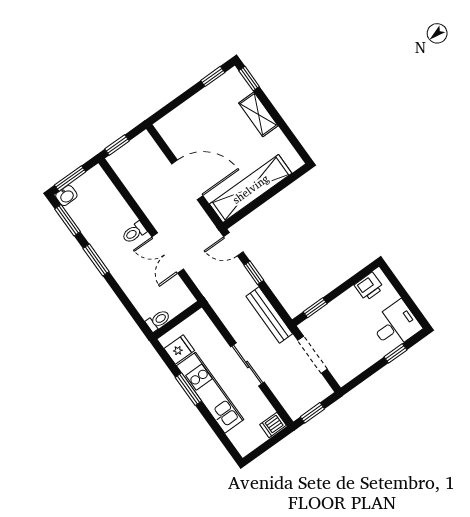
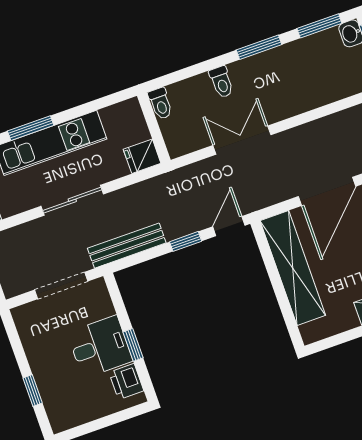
toilet: (134, 233) -> (221, 82), moved, turned 180
window: (315, 308) -> (133, 345), moved
desk: (396, 325) -> (100, 347), moved, turned -90
fridge: (179, 350) -> (142, 156), moved, turned 90
window: (188, 389) -> (31, 128), moved

